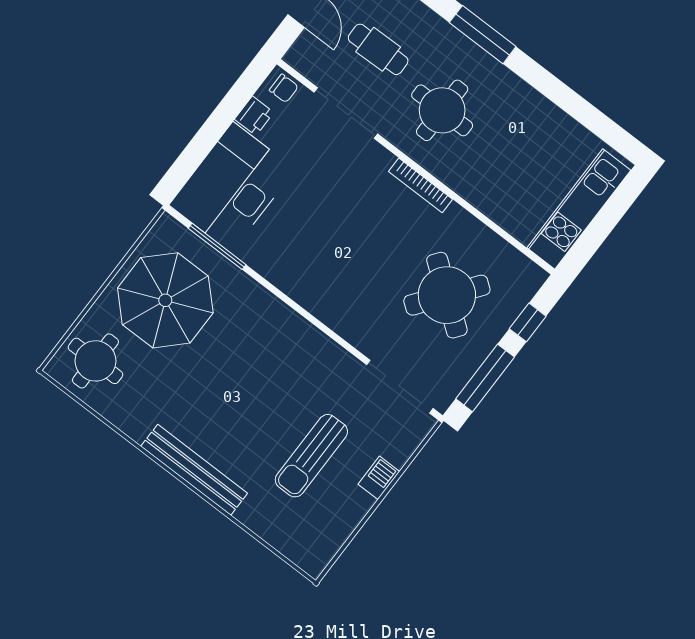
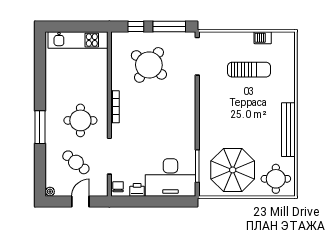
cafe table: (378, 49) -> (76, 162), turned -50
bench: (194, 470) -> (288, 130), moved
barbecue: (379, 478) -> (263, 38), moved

